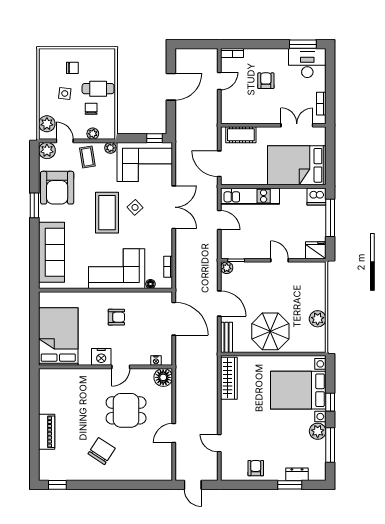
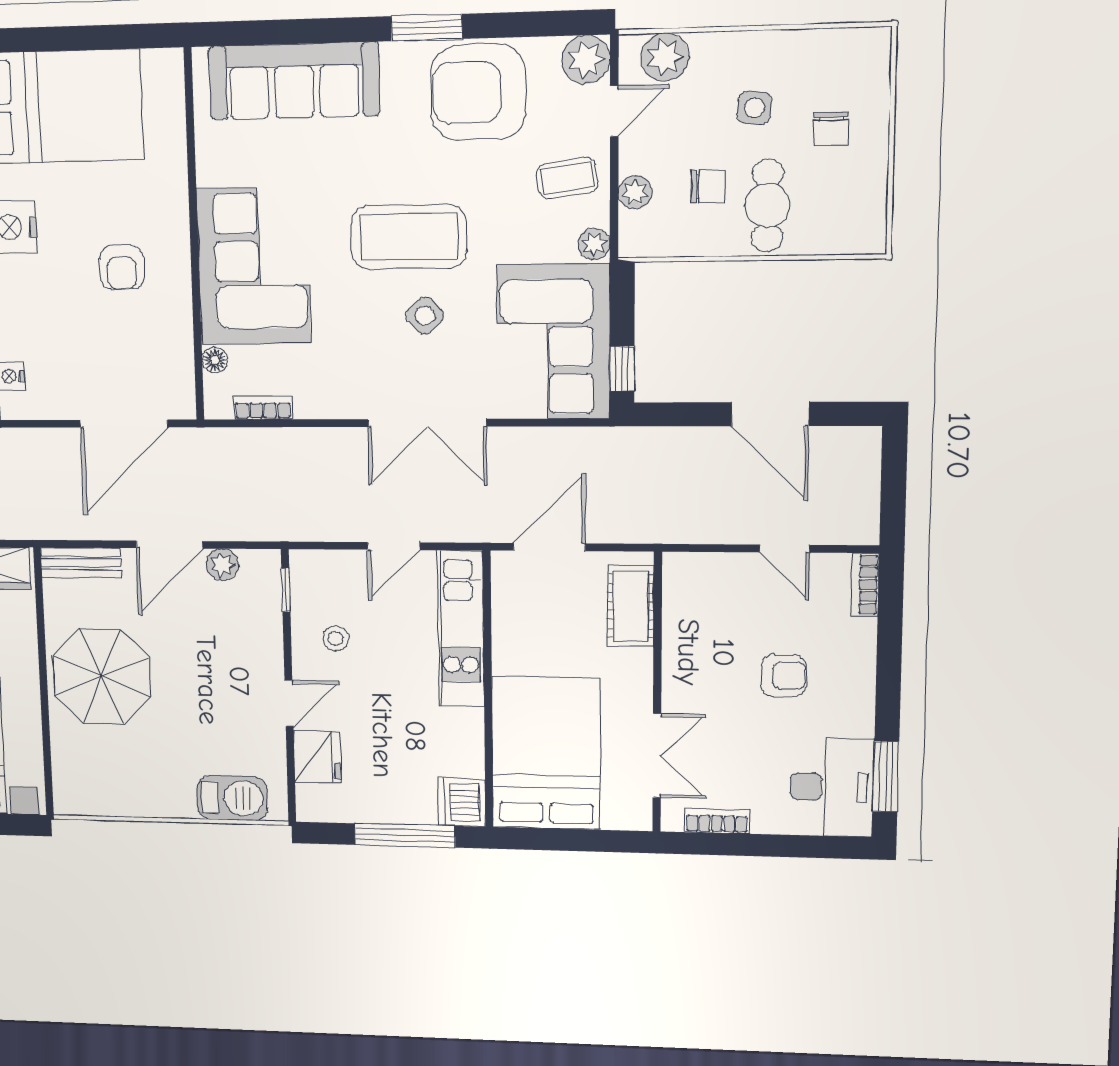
stool: (254, 242) -> (336, 639), added
fridge: (316, 250) -> (317, 757), moved
plant: (227, 268) -> (222, 565), moved
barbecue: (317, 283) -> (232, 798), added
plant: (318, 319) -> (139, 797), removed

